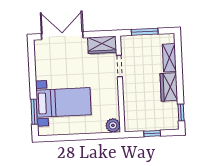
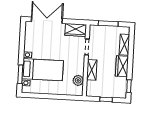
shelving: (129, 96) -> (92, 70), added
plant: (113, 125) -> (78, 80), moved

